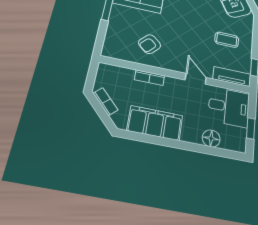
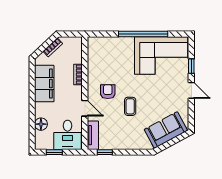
coffee table: (227, 40) -> (130, 106), moved
armchair: (150, 44) -> (108, 92), moved, turned 48
door: (196, 79) -> (85, 108), hinge flipped

